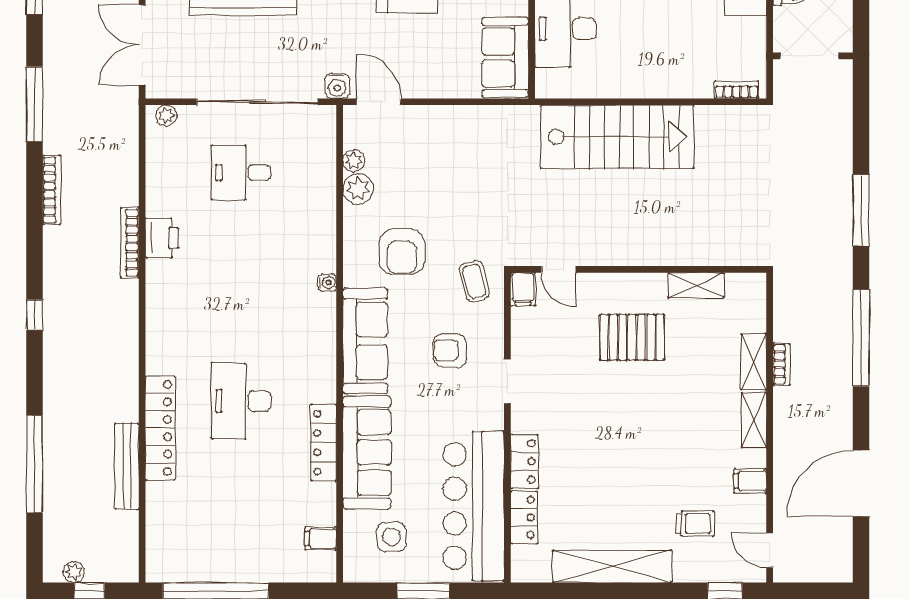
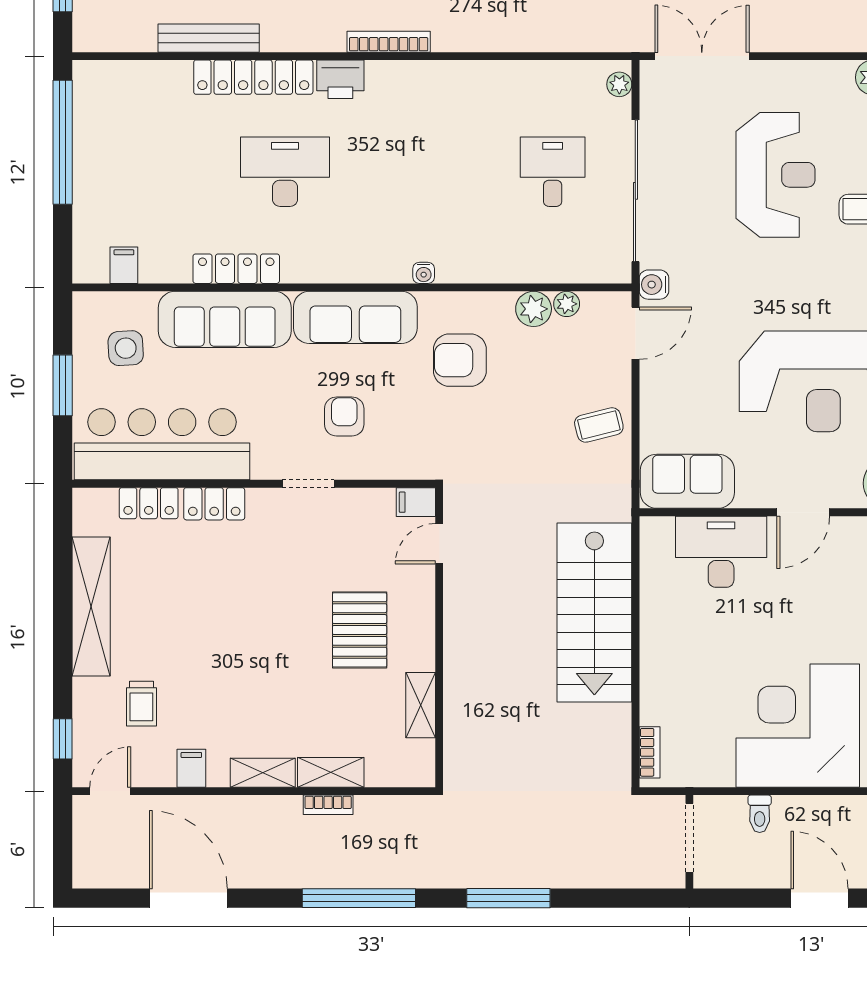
printer: (162, 238) -> (340, 79), moved
bookcase: (130, 243) -> (389, 42), moved
coffee table: (474, 281) -> (599, 425), moved

